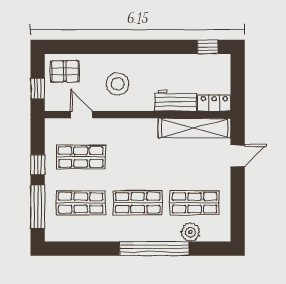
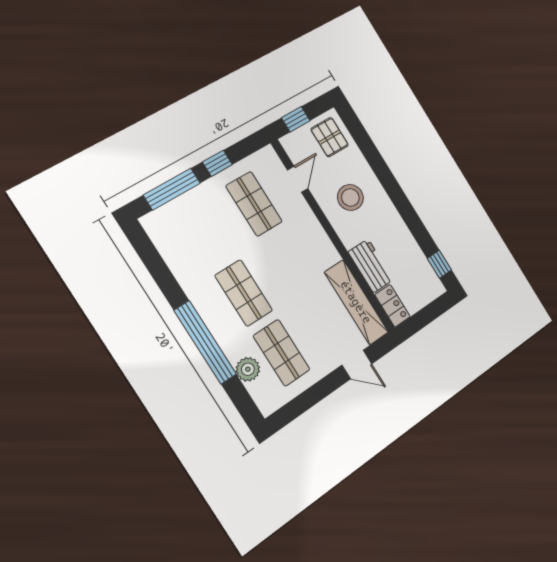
shop shelf: (81, 203) -> (205, 233), removed

